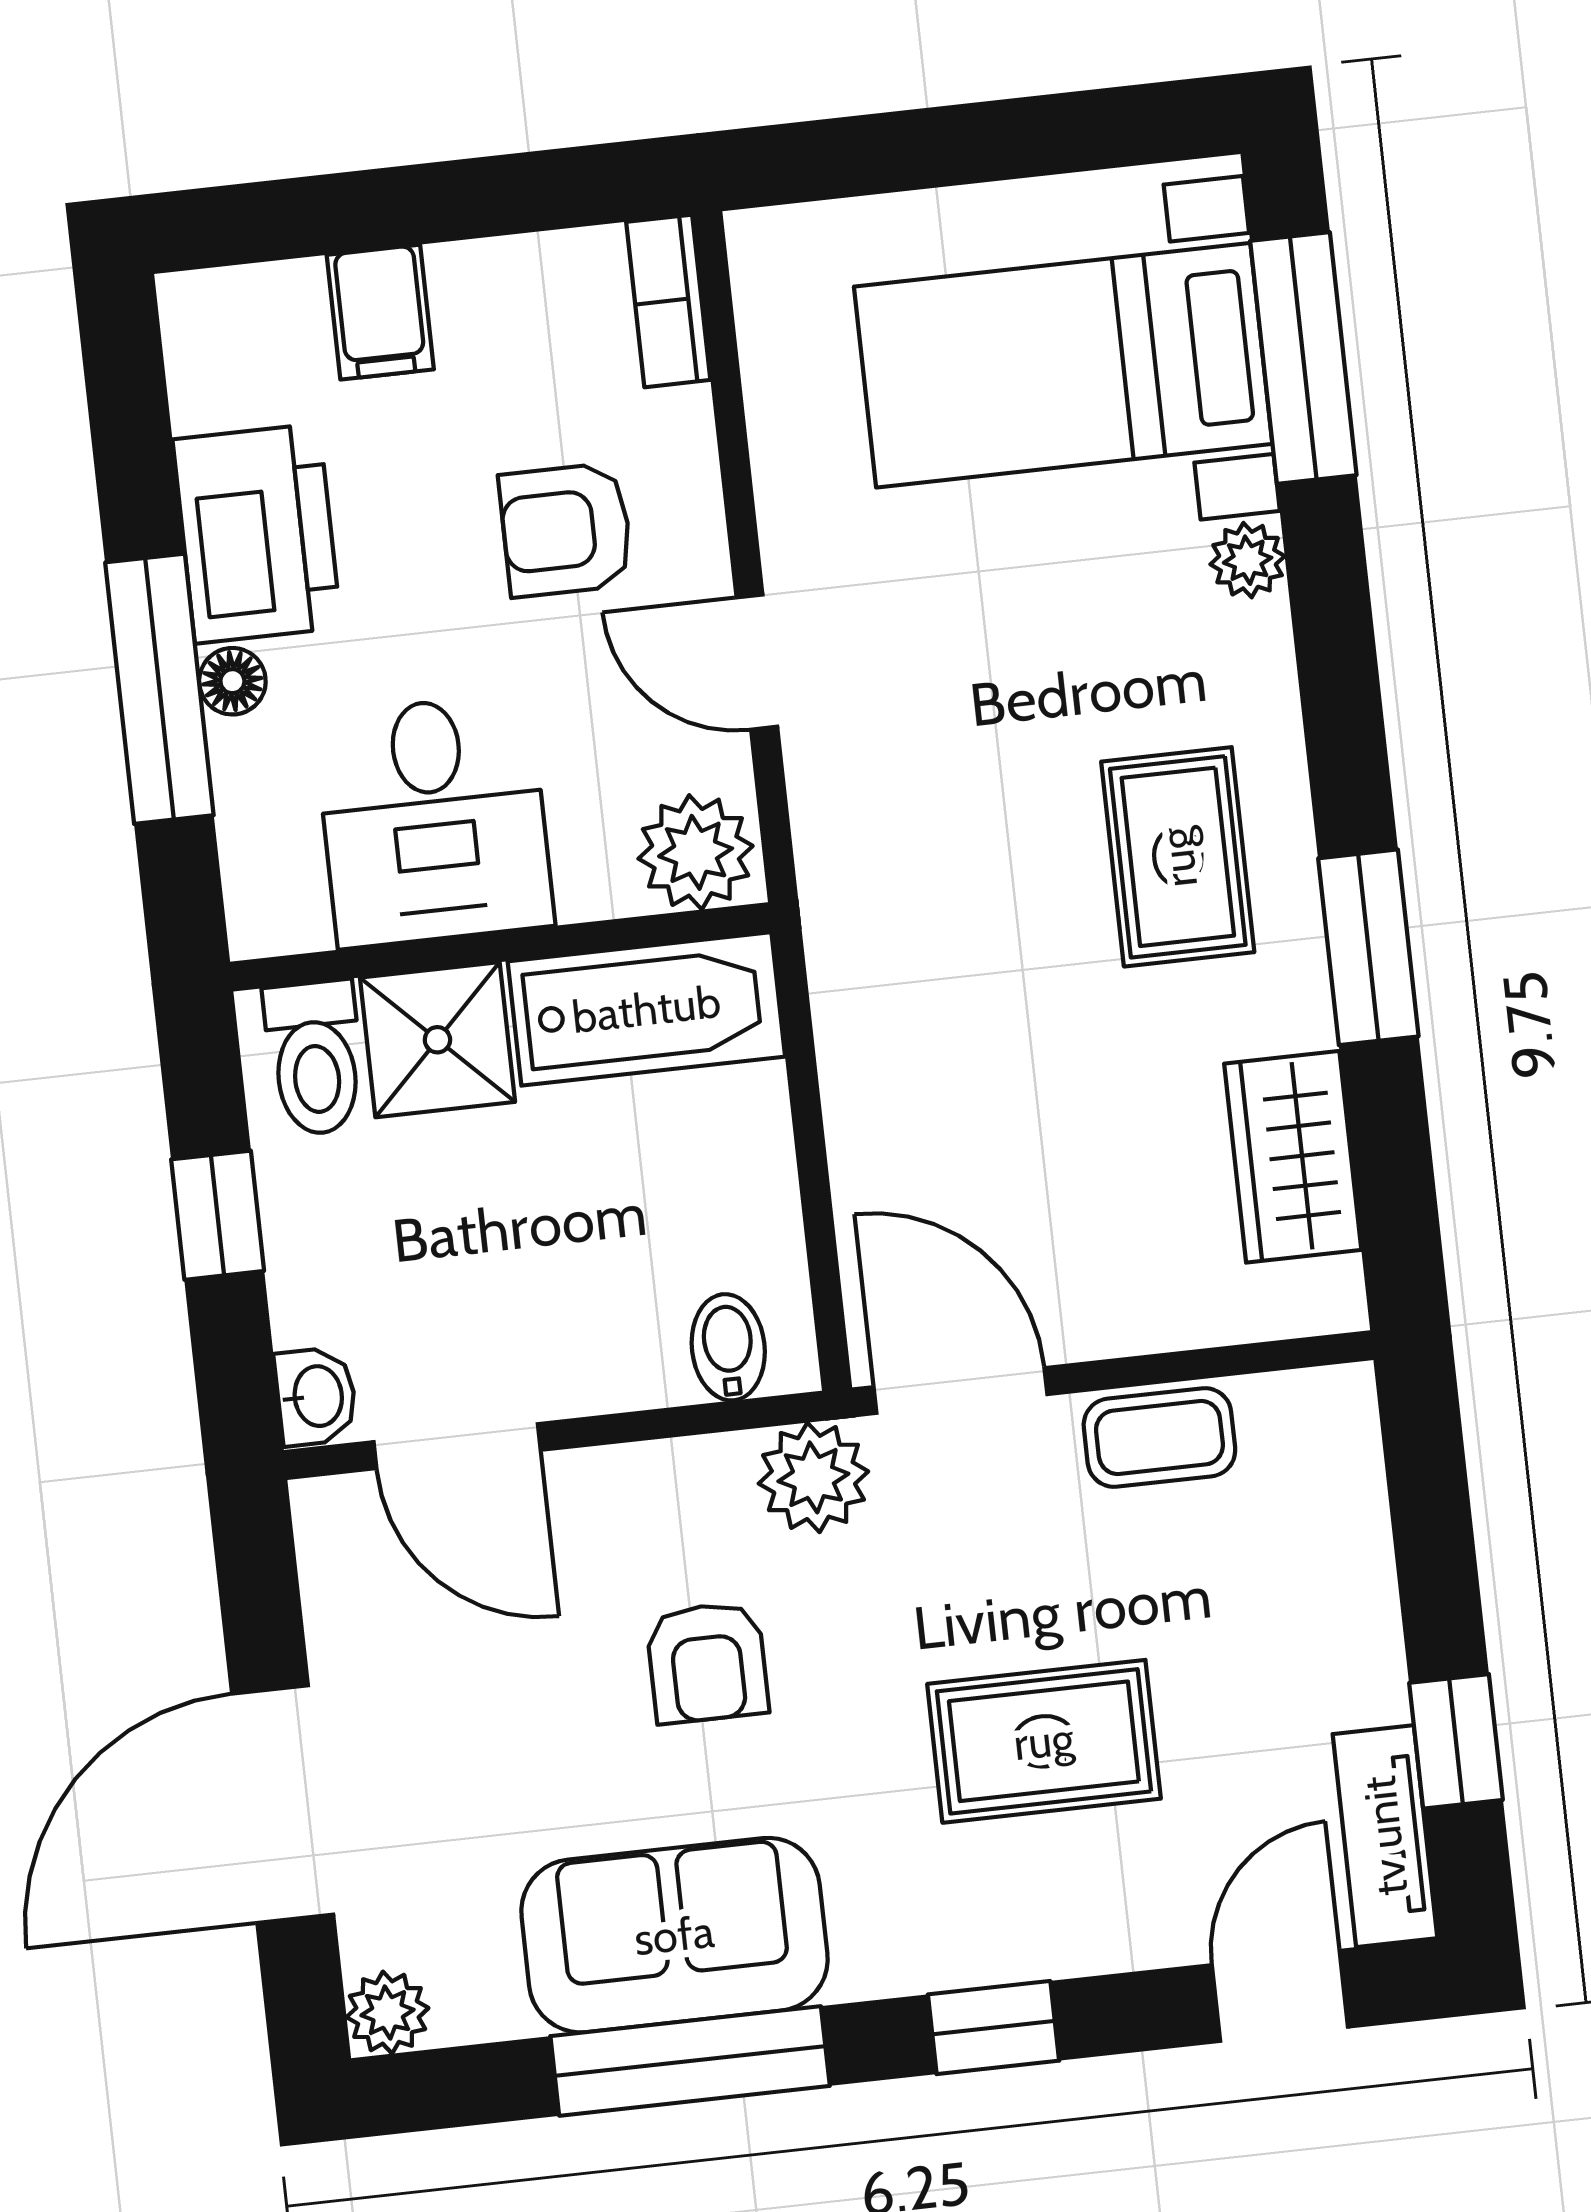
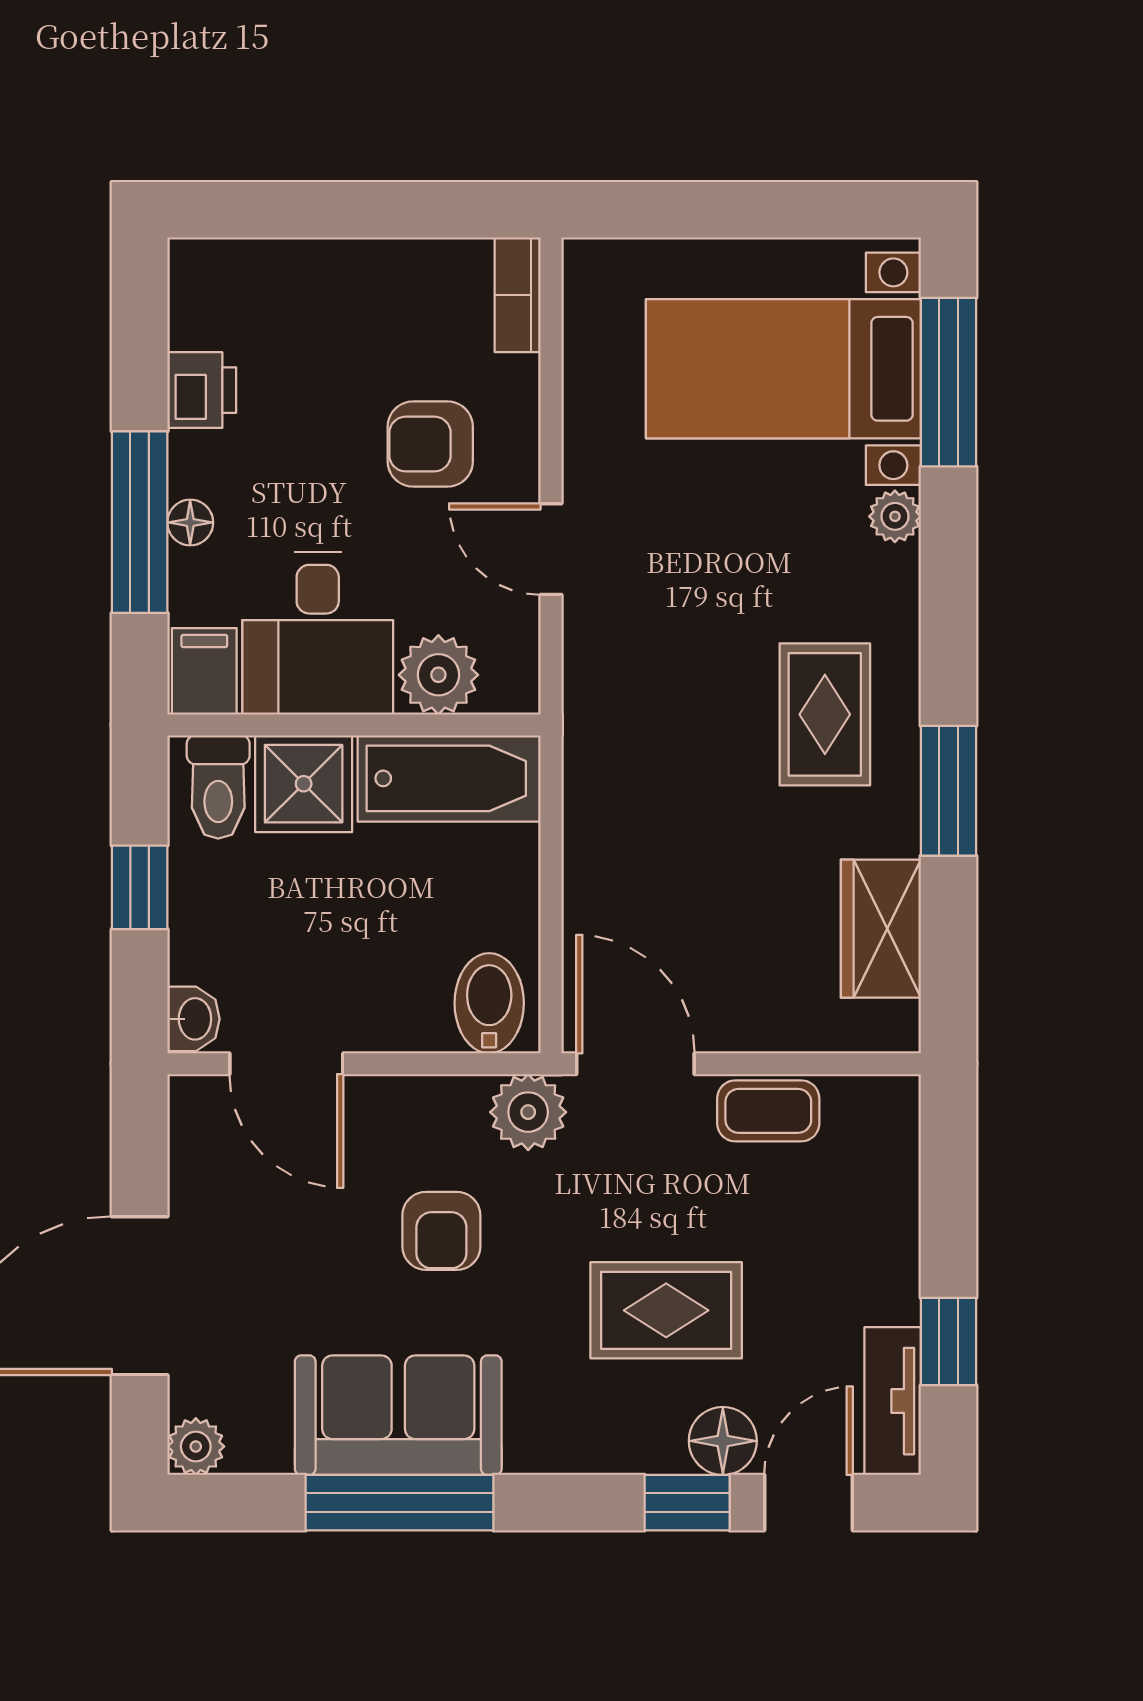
filing cabinet: (380, 312) -> (204, 671), moved, turned 180
printer: (257, 533) -> (202, 390), width x0.53, depth x0.68
plant: (696, 852) -> (438, 675), moved
bidet: (728, 1347) -> (489, 1003), width x1.38, depth x1.36
floor lamp: (1146, 1921) -> (723, 1441), added
window: (993, 2028) -> (687, 1503), moved

